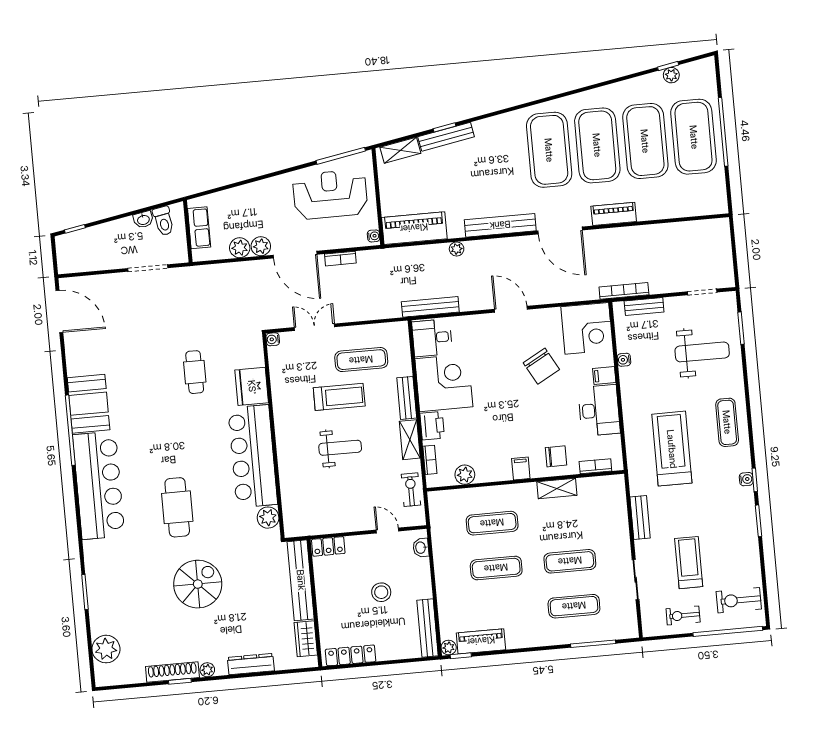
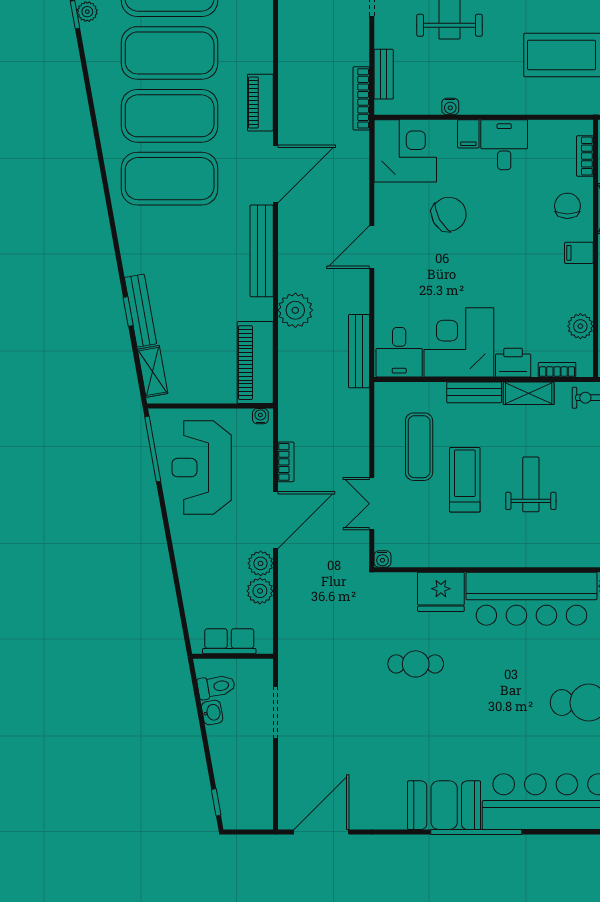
plant: (457, 249) -> (295, 310), width x1.87, depth x1.87
desk: (599, 410) -> (504, 145), width x0.73

